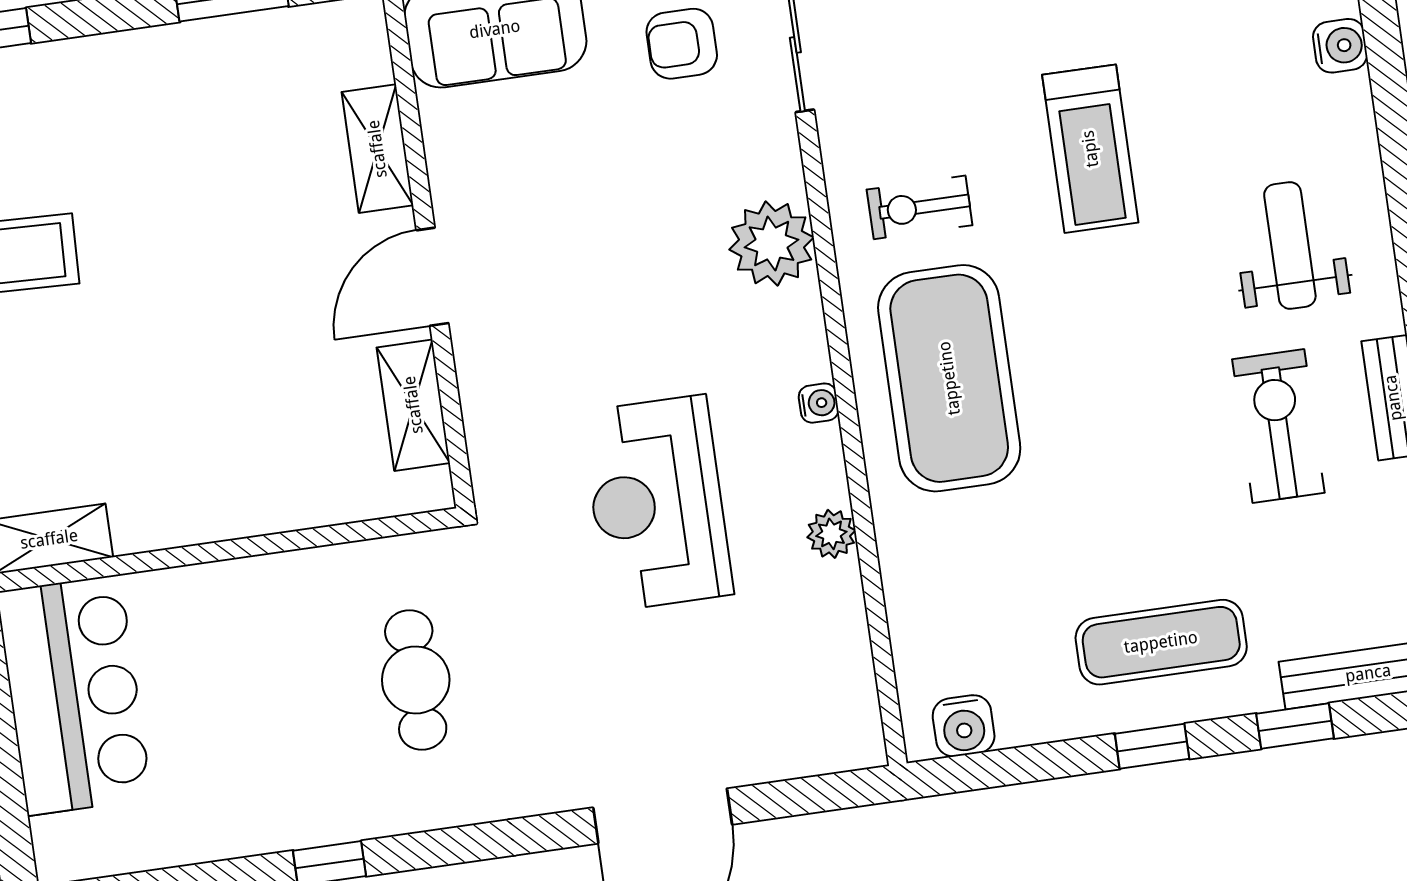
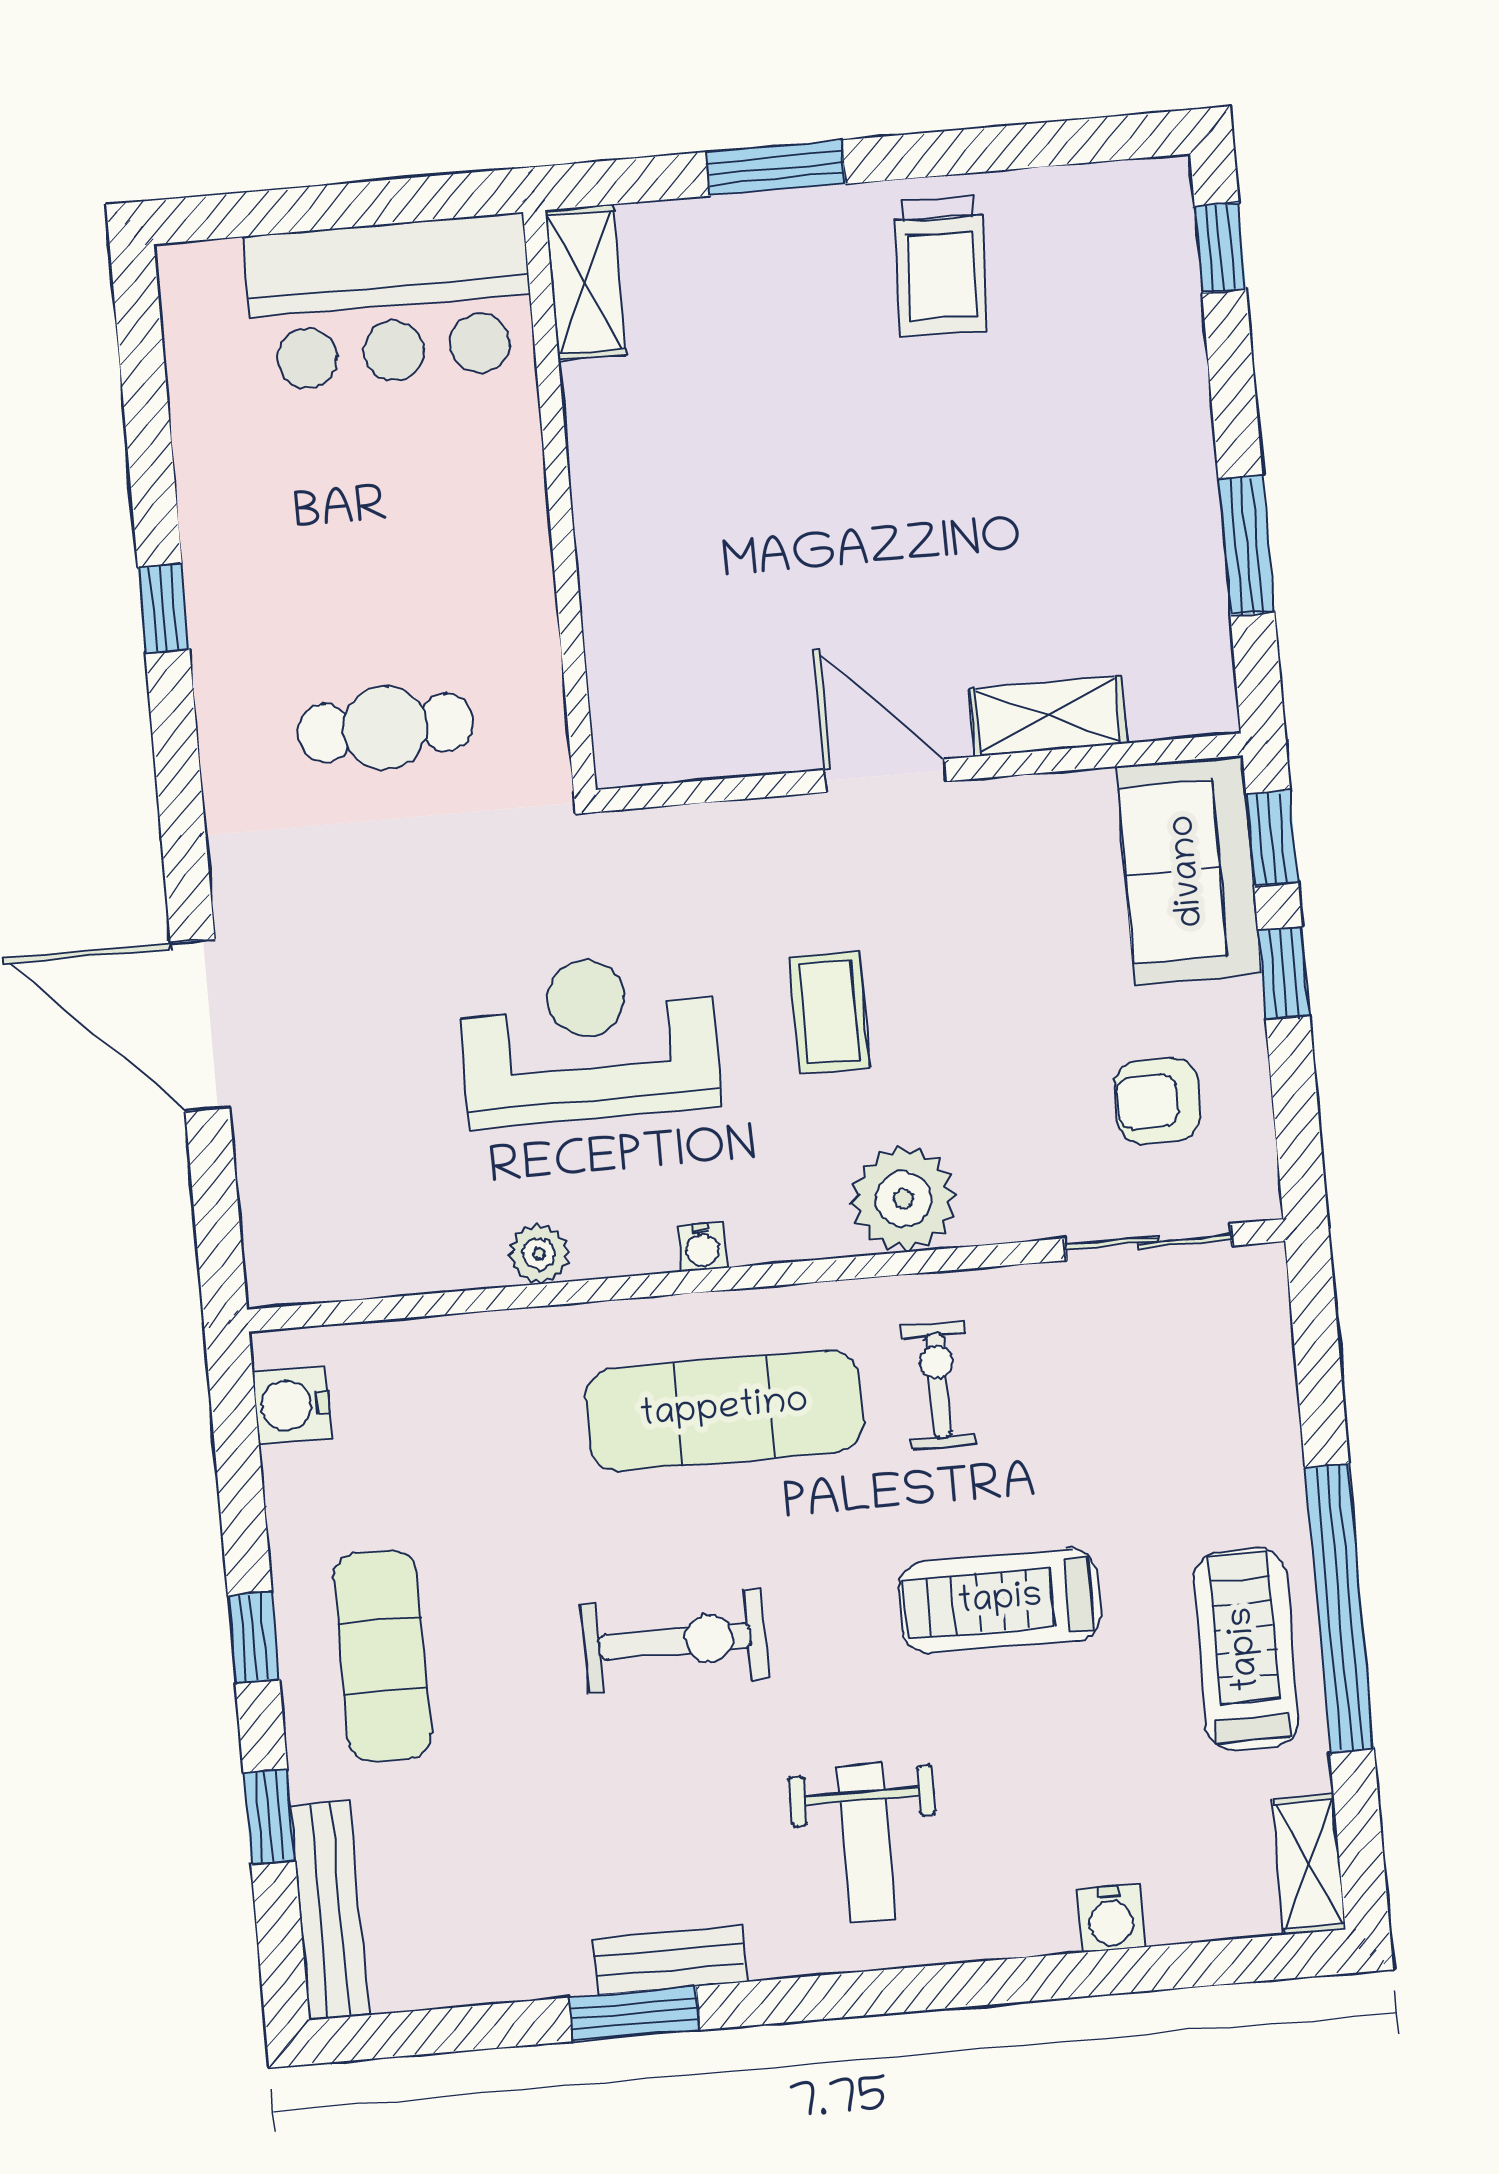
armchair: (682, 44) -> (1158, 1101), turned -90
weight bench: (1290, 245) -> (866, 1843), turned 90
coffee table: (625, 311) -> (829, 1012), added
exercise mat: (949, 378) -> (724, 1410), width x0.68
shelving: (413, 405) -> (727, 743), removed
exercise bike: (1278, 426) -> (675, 1641), moved

